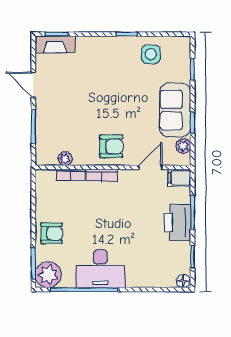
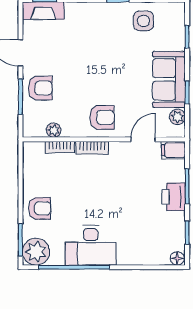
armchair: (52, 118) -> (40, 88), added
printer: (178, 222) -> (174, 197), width x0.73, depth x0.84

